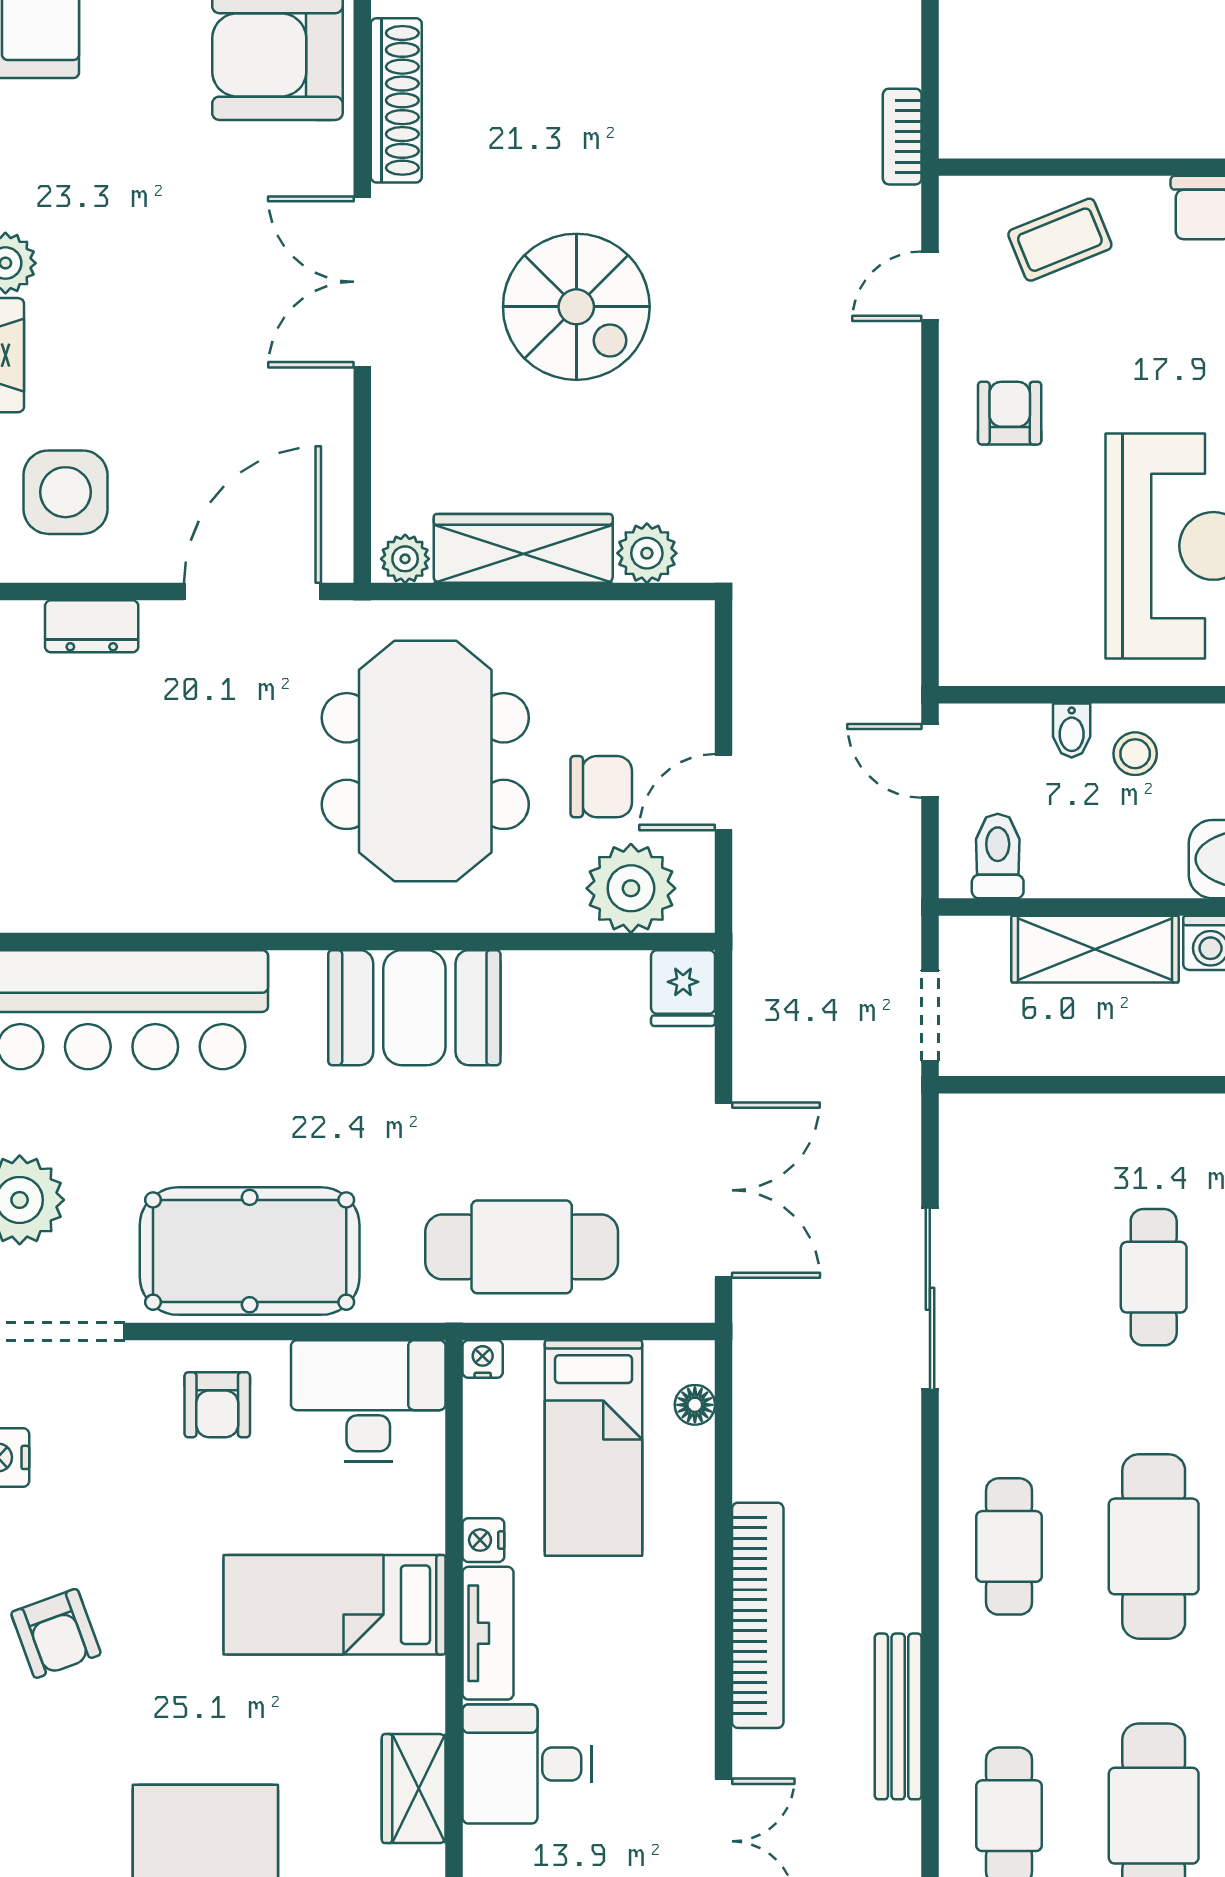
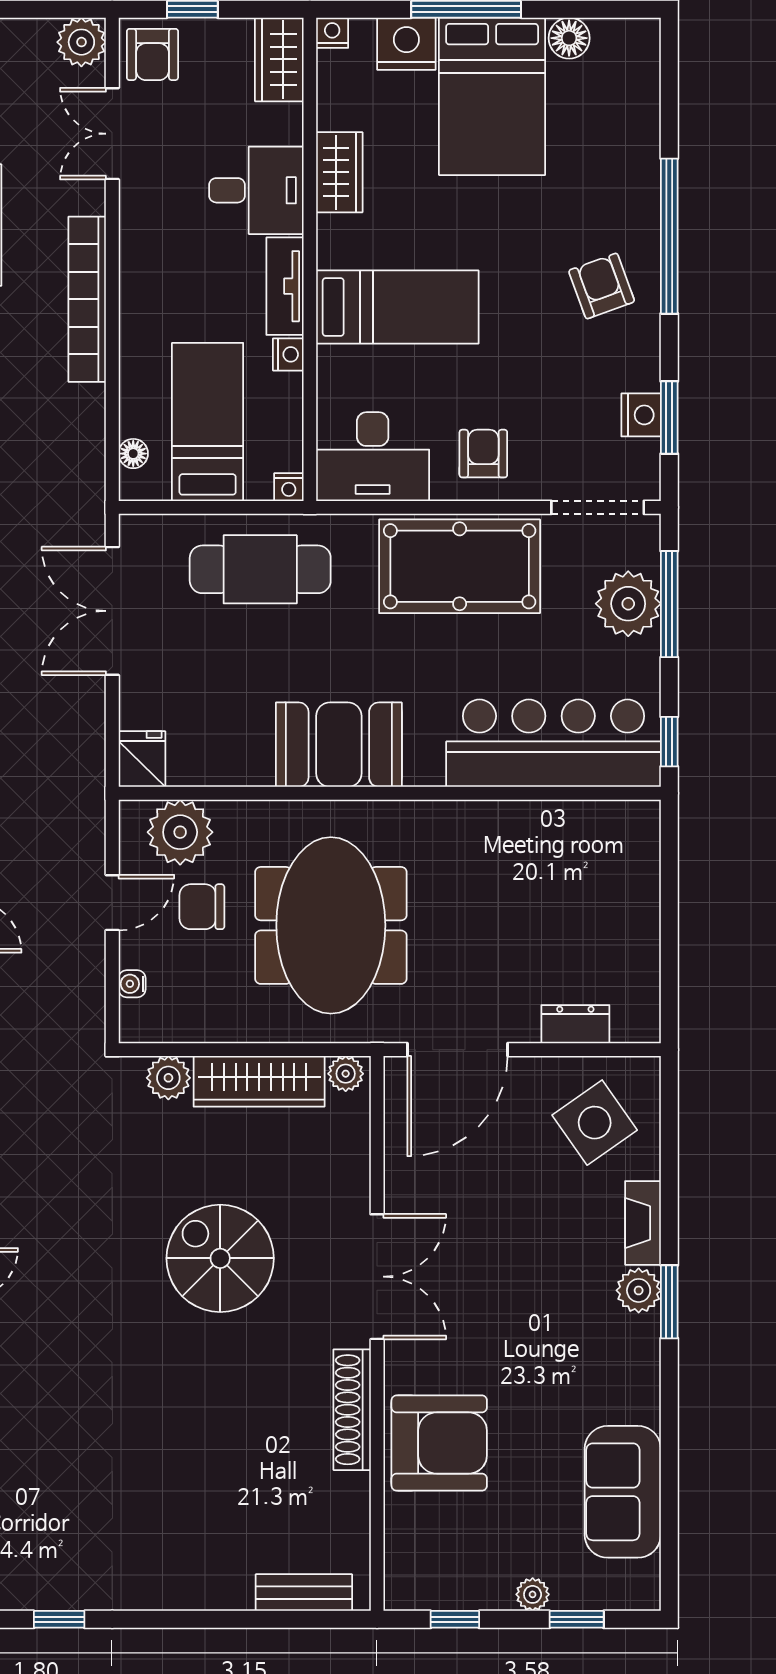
side table: (65, 492) -> (595, 1123), turned -35
water cooler: (696, 681) -> (132, 984), added

